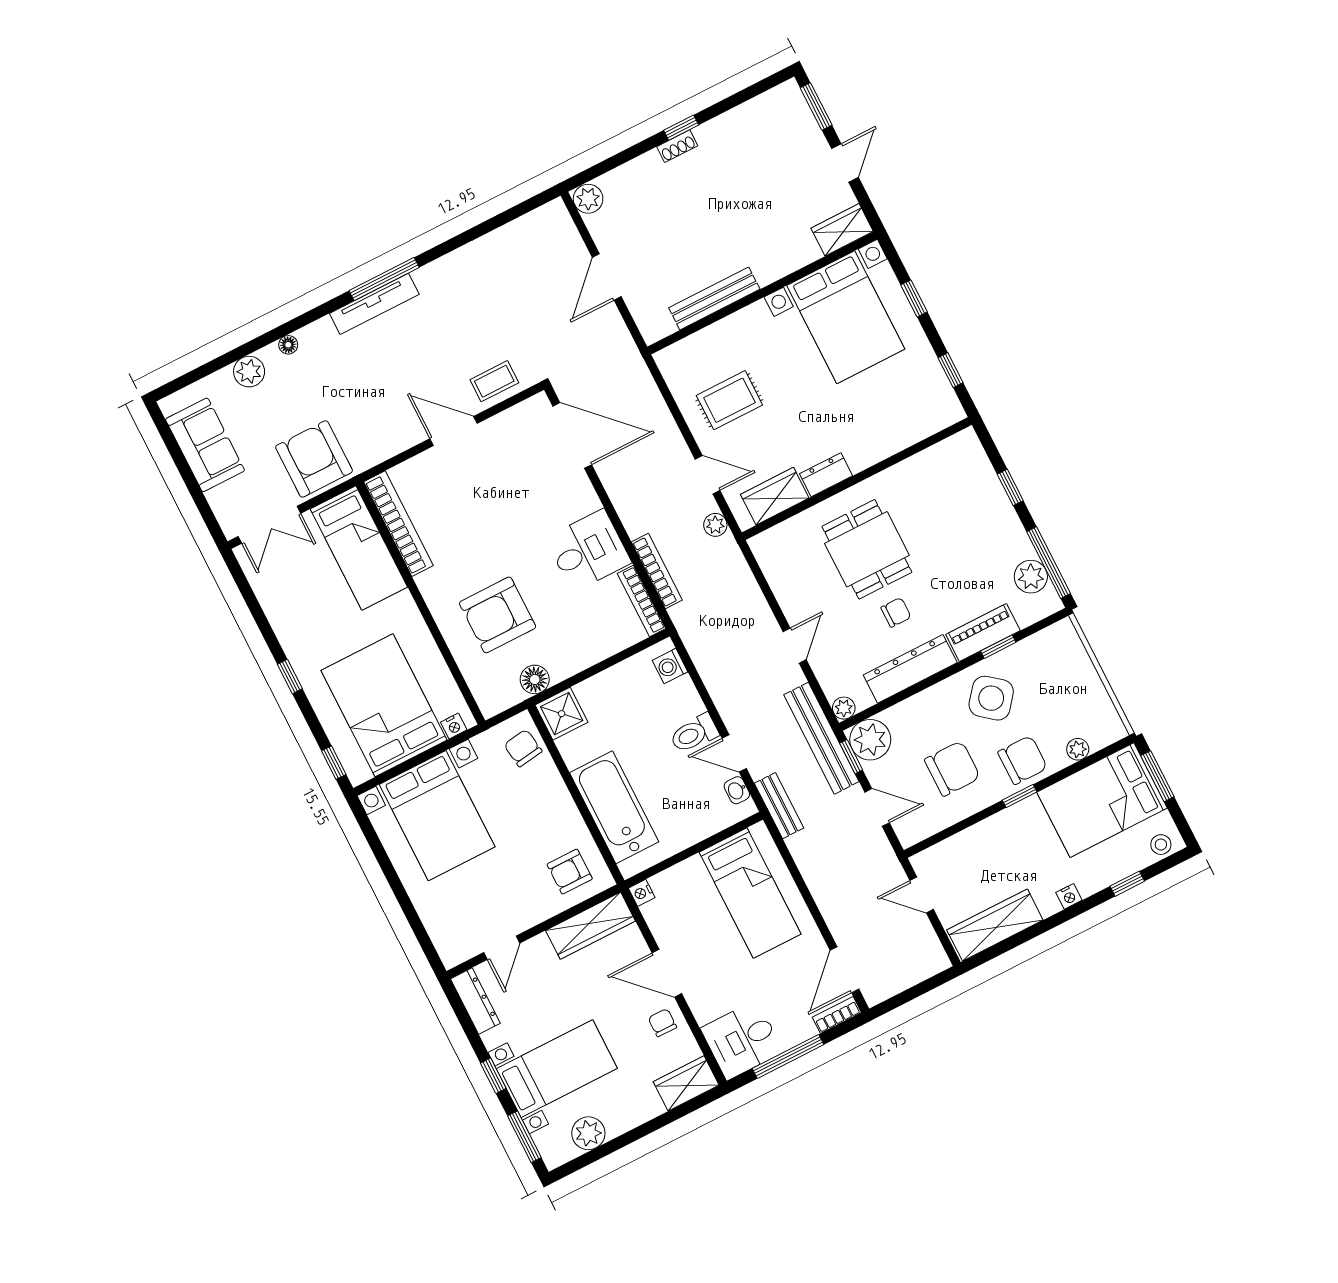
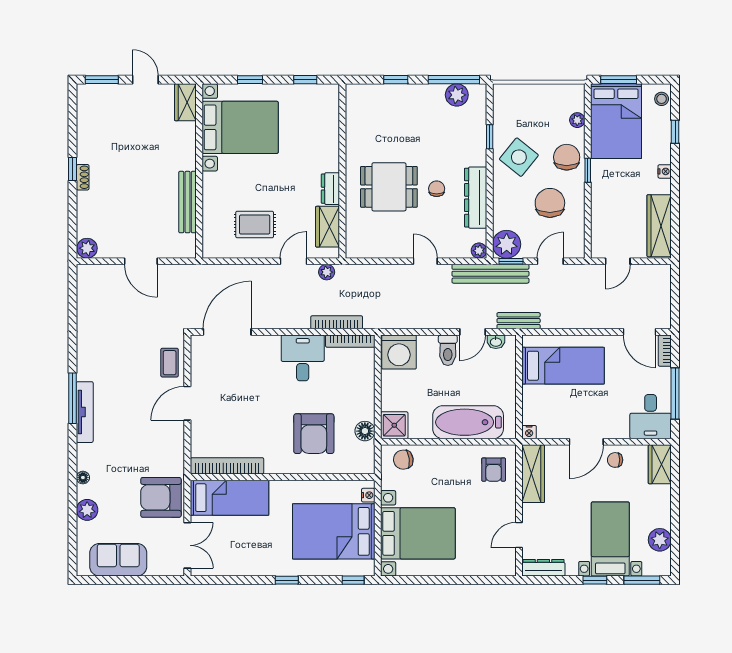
rug: (729, 400) -> (255, 225), turned 90
piano: (983, 633) -> (476, 142), removed
washing machine: (670, 666) -> (399, 352), width x1.89, depth x1.89
door: (502, 948) -> (519, 535), swing flipped

